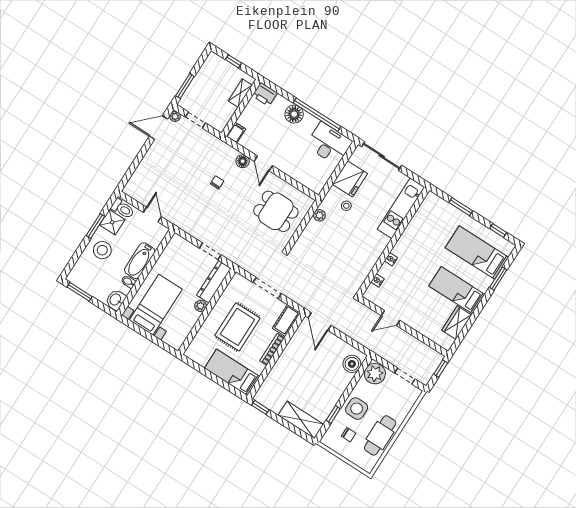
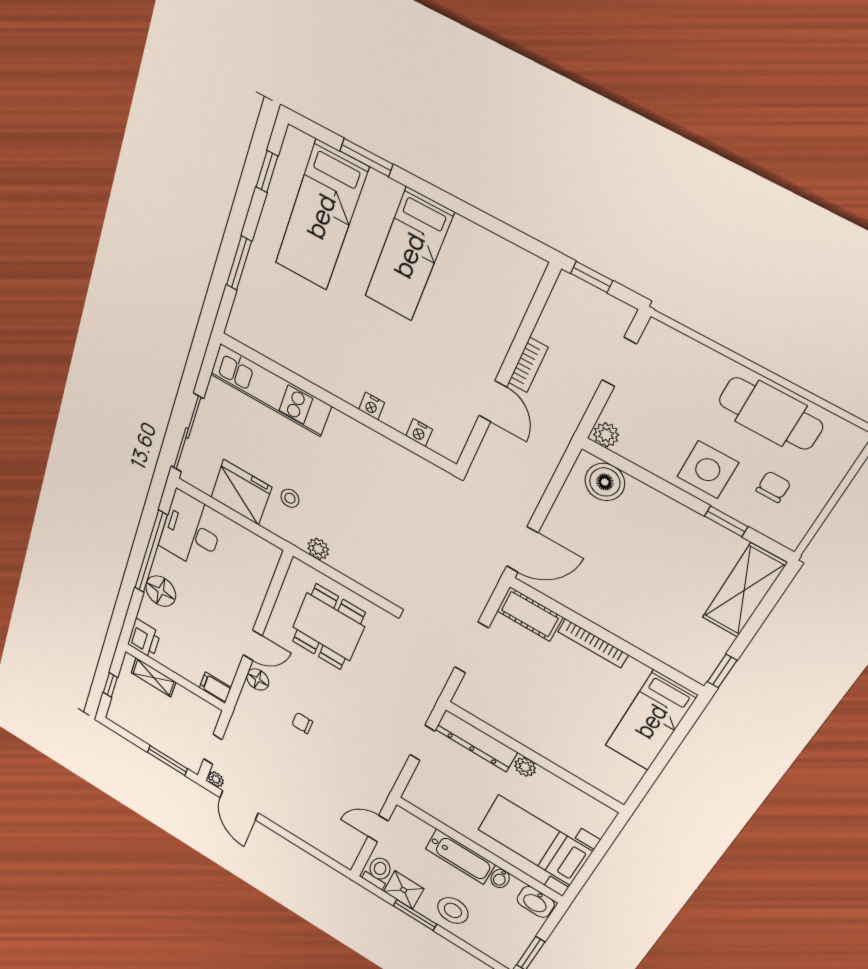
wardrobe: (457, 323) -> (480, 248), removed
rug: (237, 327) -> (556, 705), removed
bookcase: (406, 336) -> (528, 365), added
plant: (375, 374) -> (606, 435), width x0.53, depth x0.53

